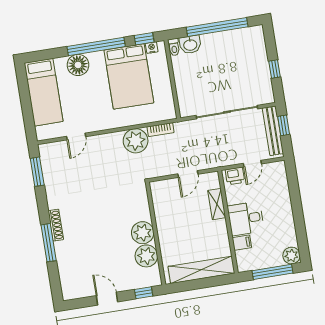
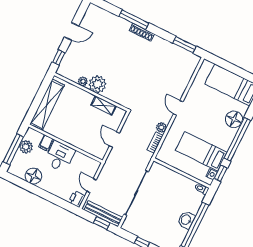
washbasin: (190, 45) -> (186, 220), moved
bed: (129, 76) -> (201, 151), width x0.67
door: (76, 136) -> (178, 108), moved
plant: (136, 141) -> (161, 127), width x0.53, depth x0.53
printer: (235, 176) -> (77, 199), moved
shelving: (217, 204) -> (104, 105), moved
floor lamp: (286, 231) -> (33, 176), added
plant: (146, 256) -> (83, 81), width x0.53, depth x0.53
plant: (291, 256) -> (26, 147), moved

